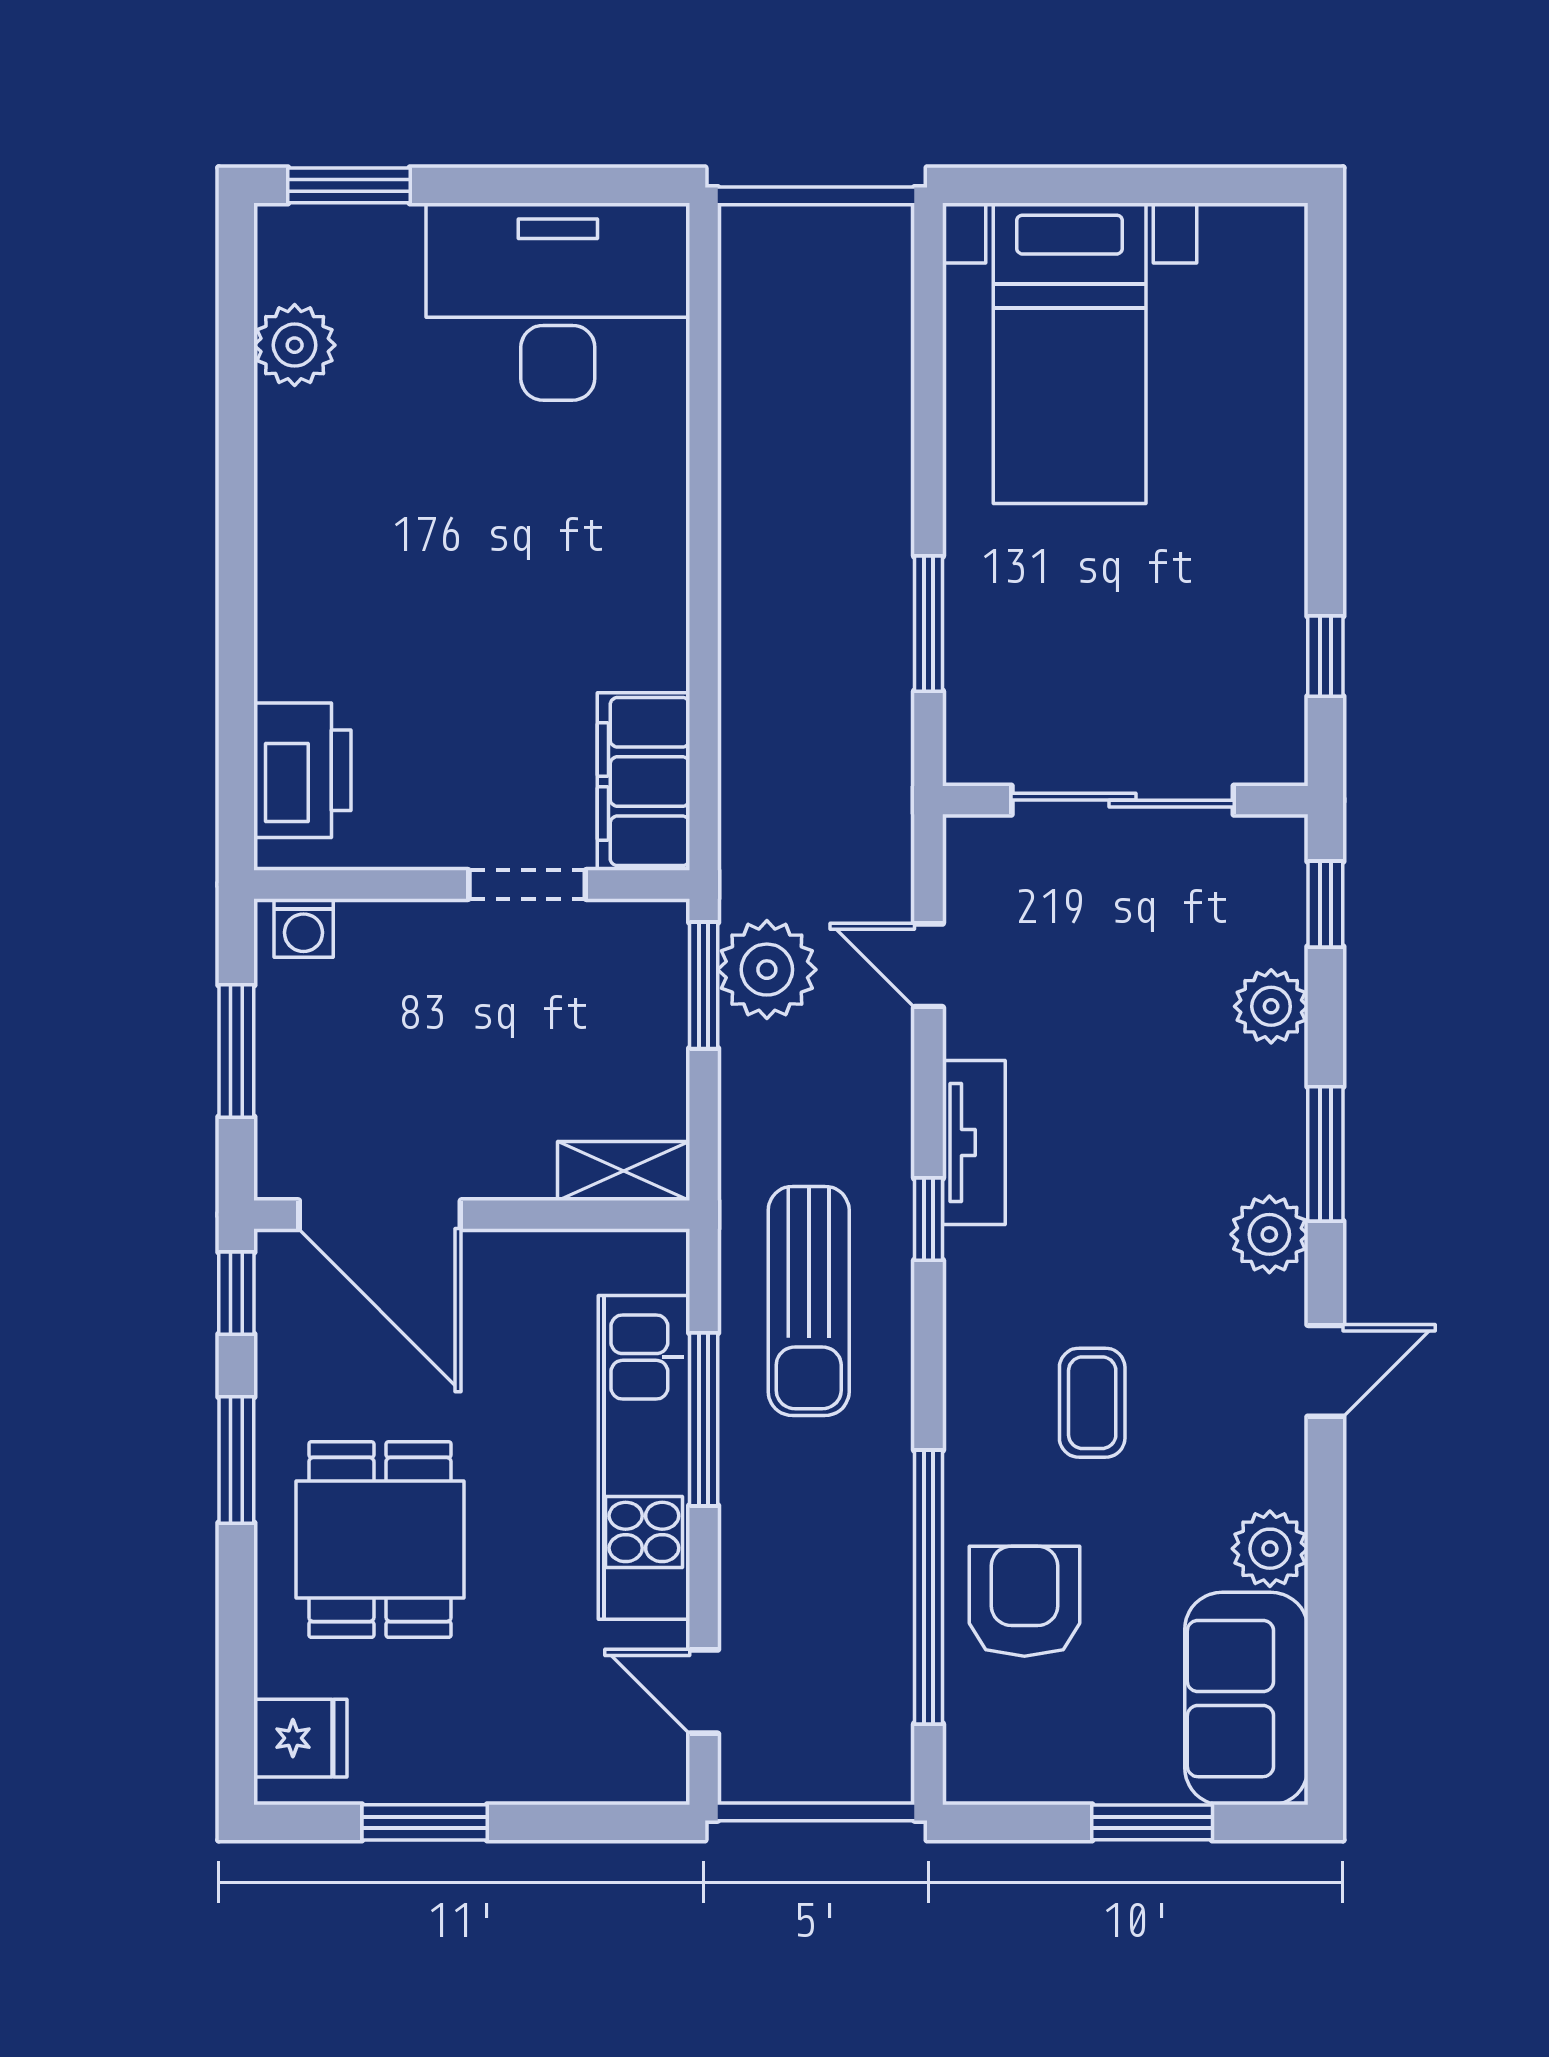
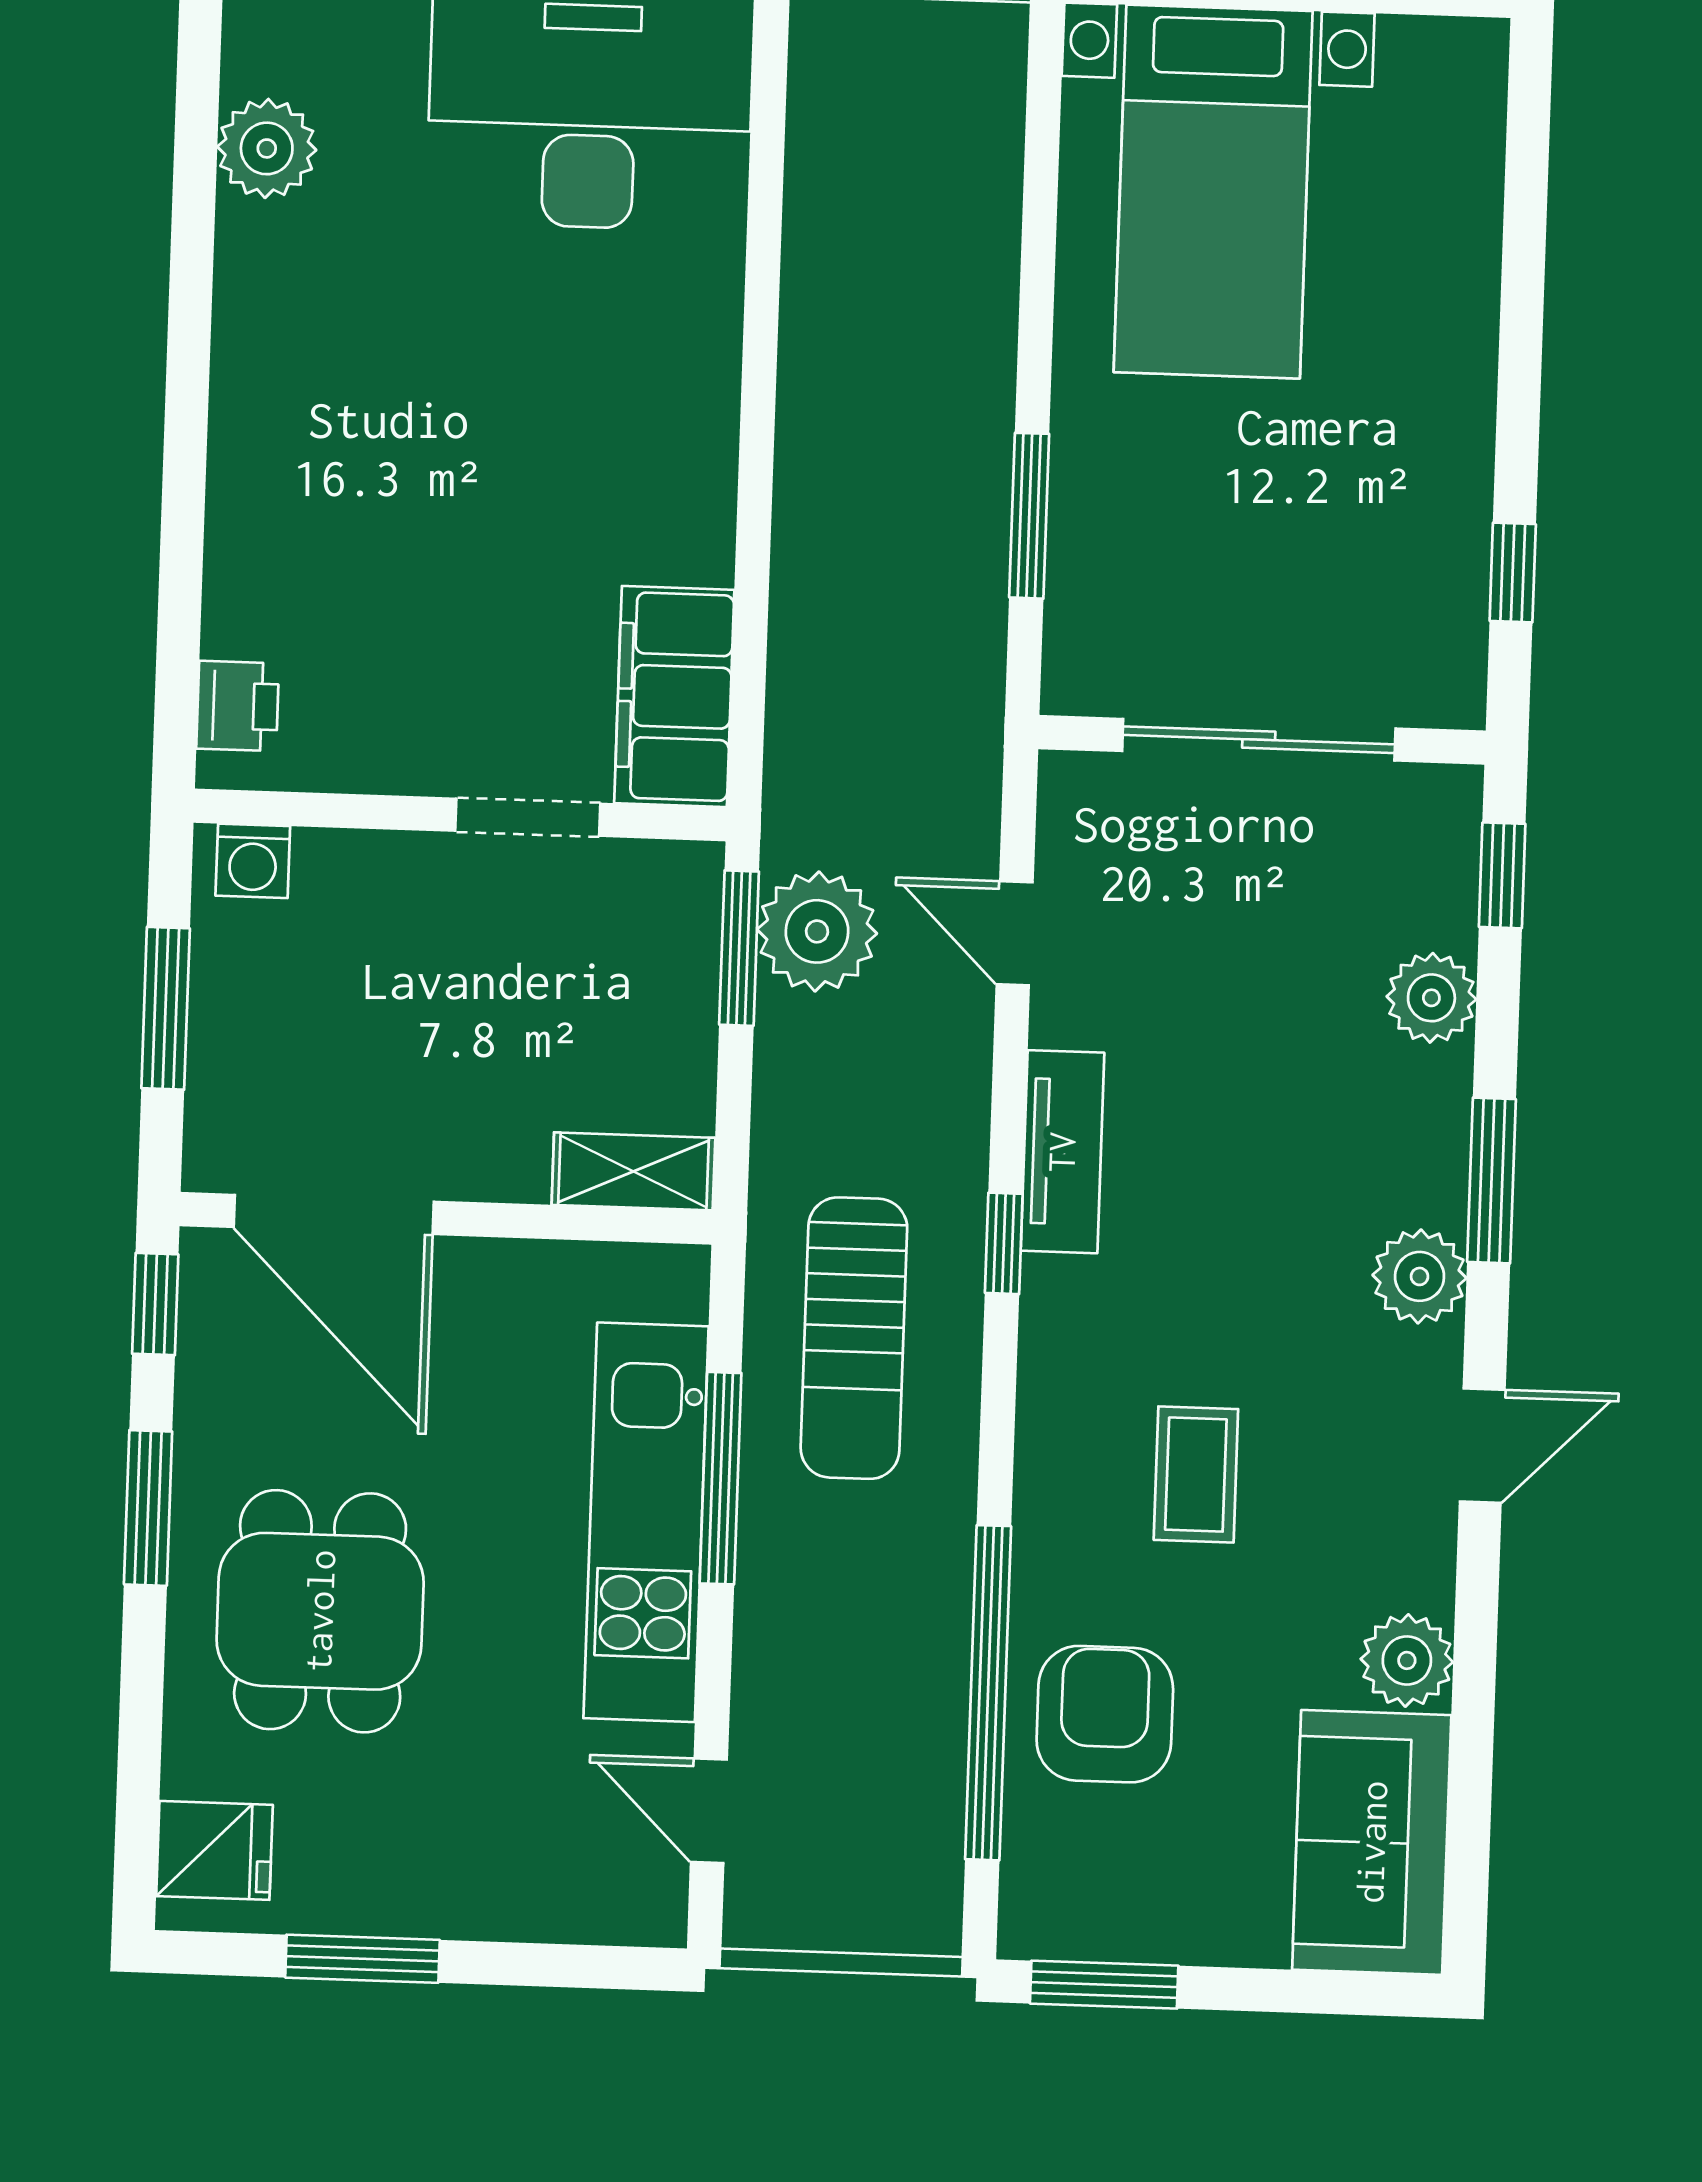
printer: (302, 770) -> (238, 706), width x0.53, depth x0.68
window: (1152, 1822) -> (1104, 1985), moved

